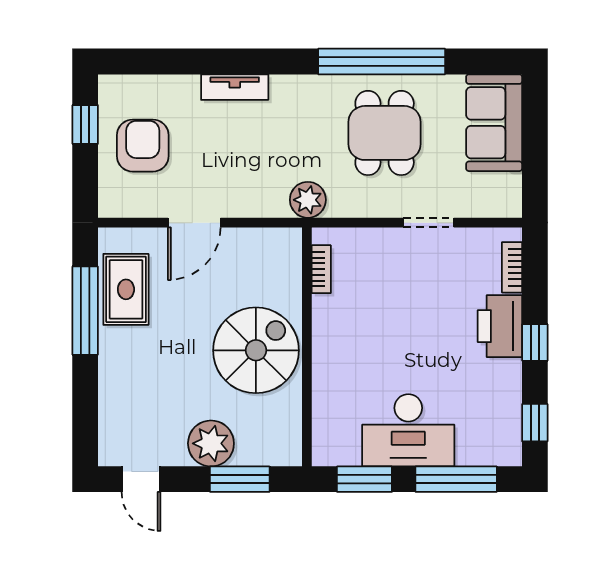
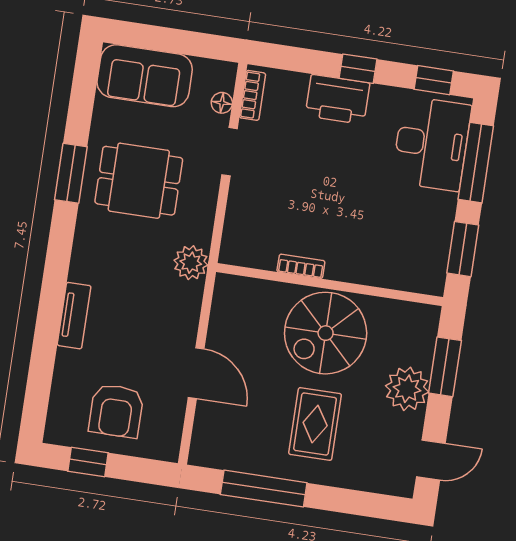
window: (382, 62) -> (71, 173), width x0.47
armchair: (143, 146) -> (116, 411), turned -90
floor lamp: (478, 207) -> (222, 103), added
bookcase: (512, 267) -> (252, 95), moved, turned -90
bookcase: (321, 269) -> (301, 266), moved
rug: (126, 289) -> (315, 424), moved, turned 90
spiral stairs: (256, 350) -> (326, 333), turned -90
desk: (408, 430) -> (431, 144), moved

